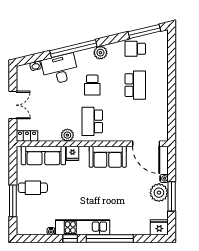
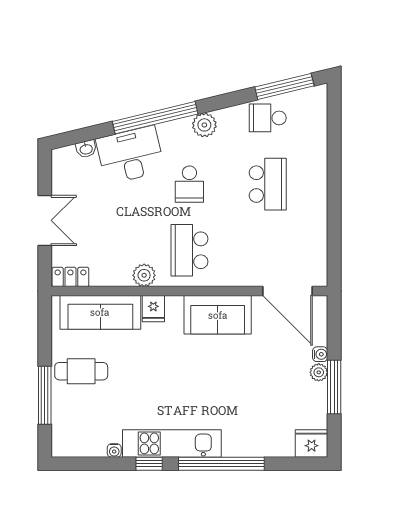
plant: (159, 193) -> (319, 372), width x0.53, depth x0.53

